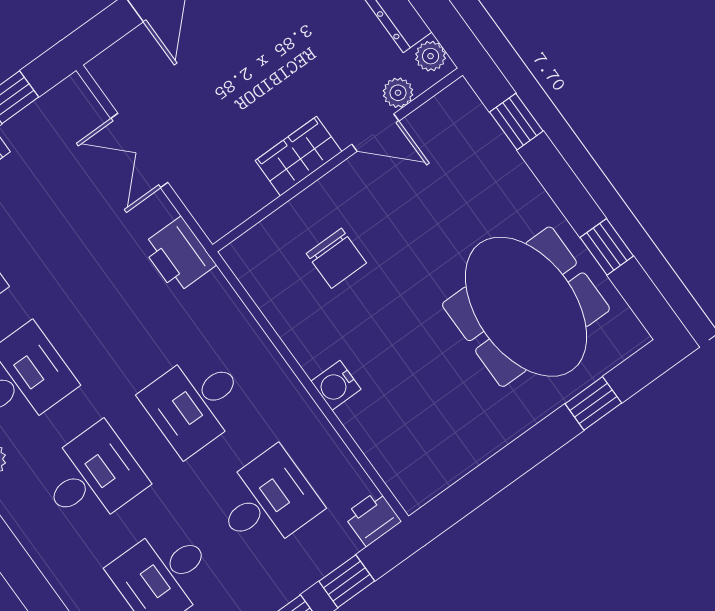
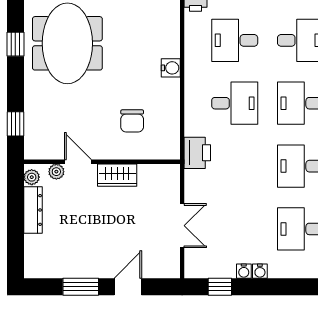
printer: (179, 255) -> (197, 153), moved
chair: (336, 258) -> (132, 121), turned 180

